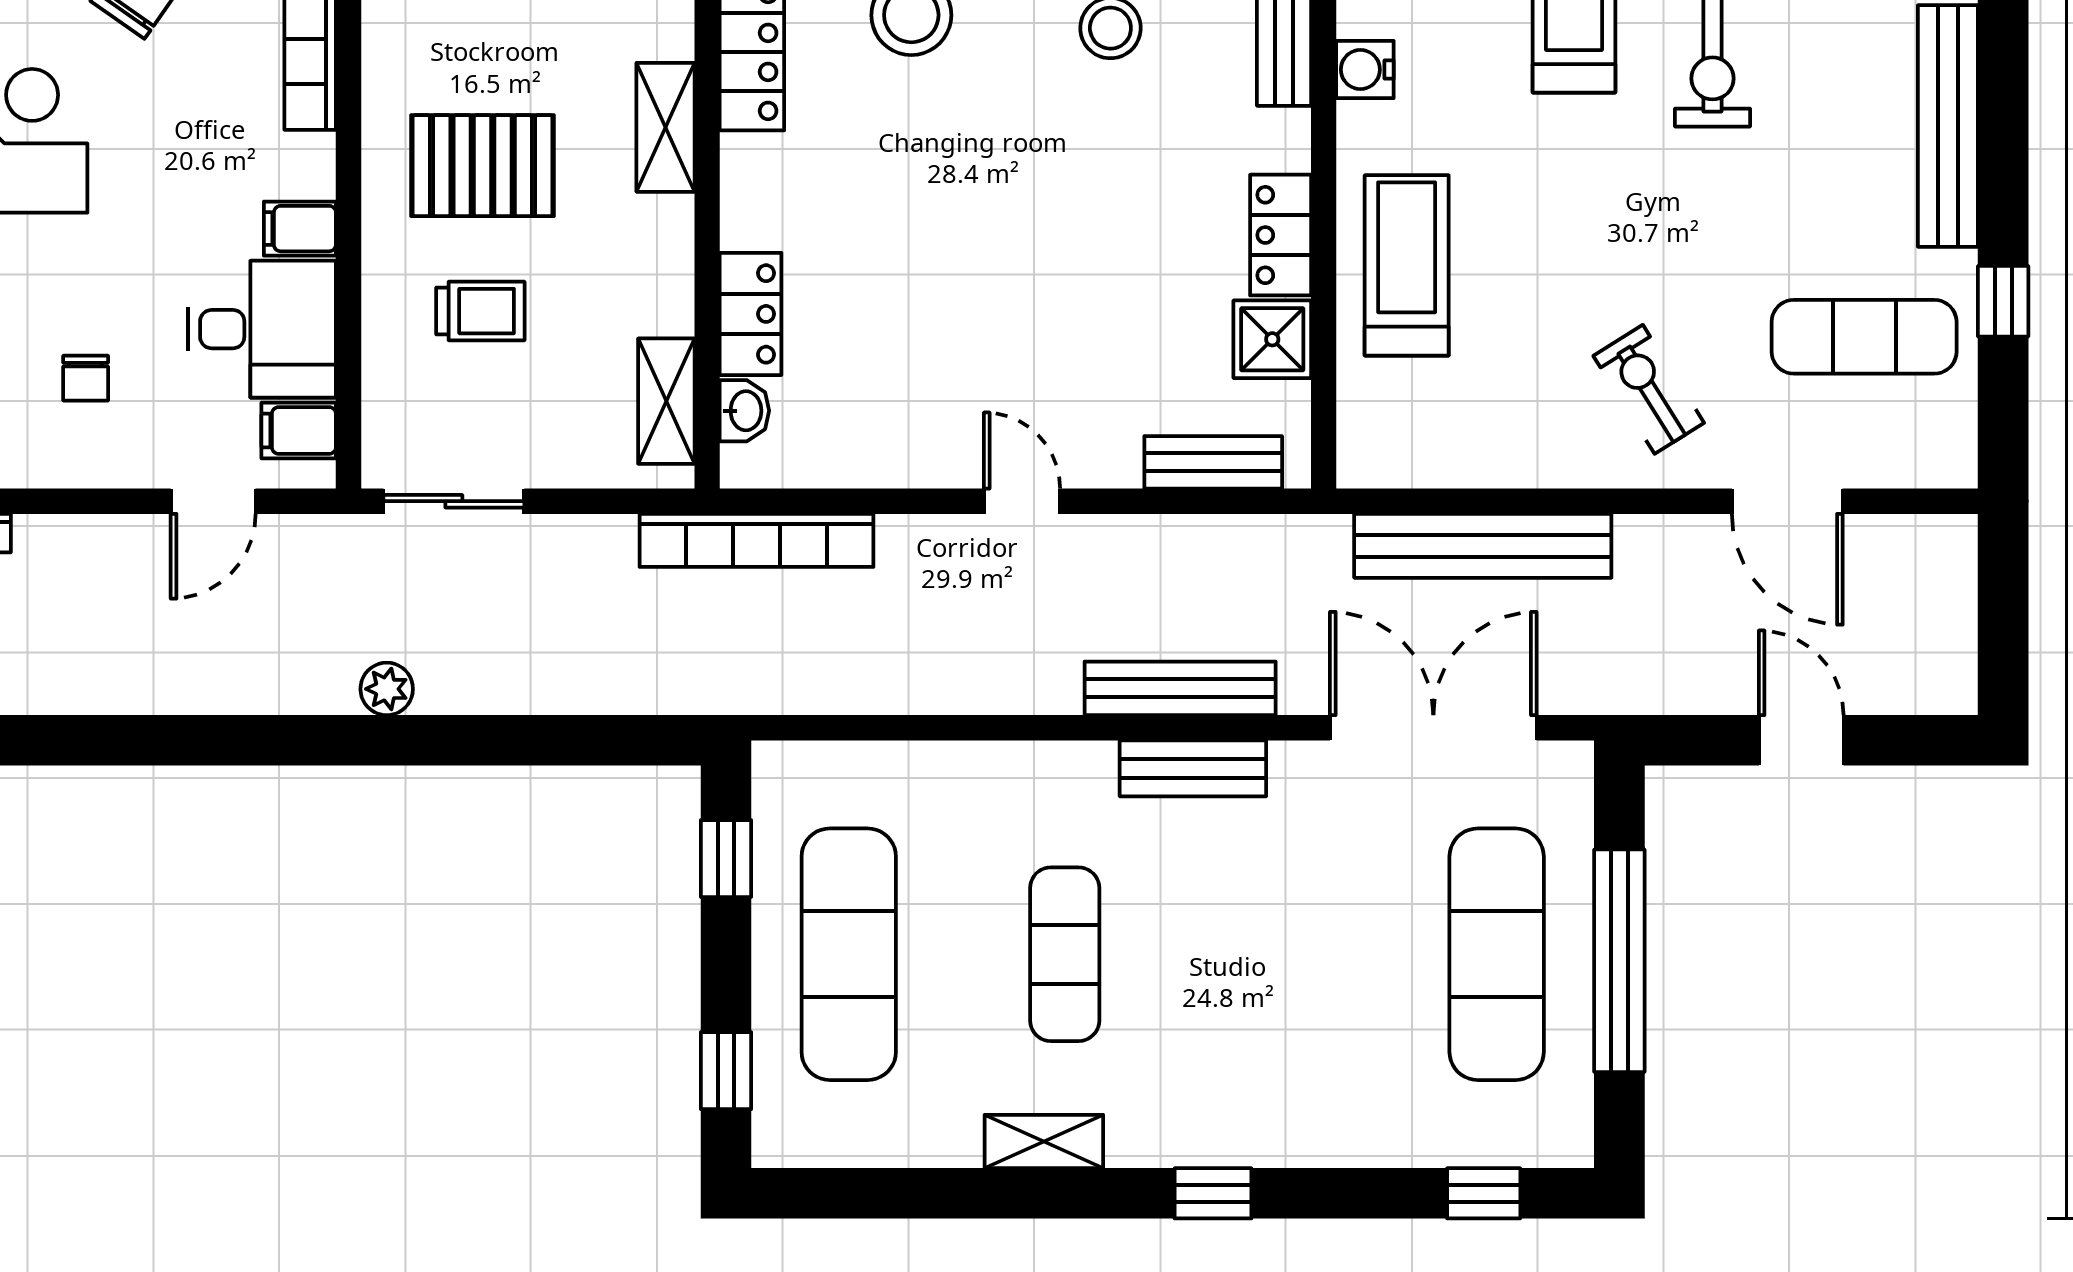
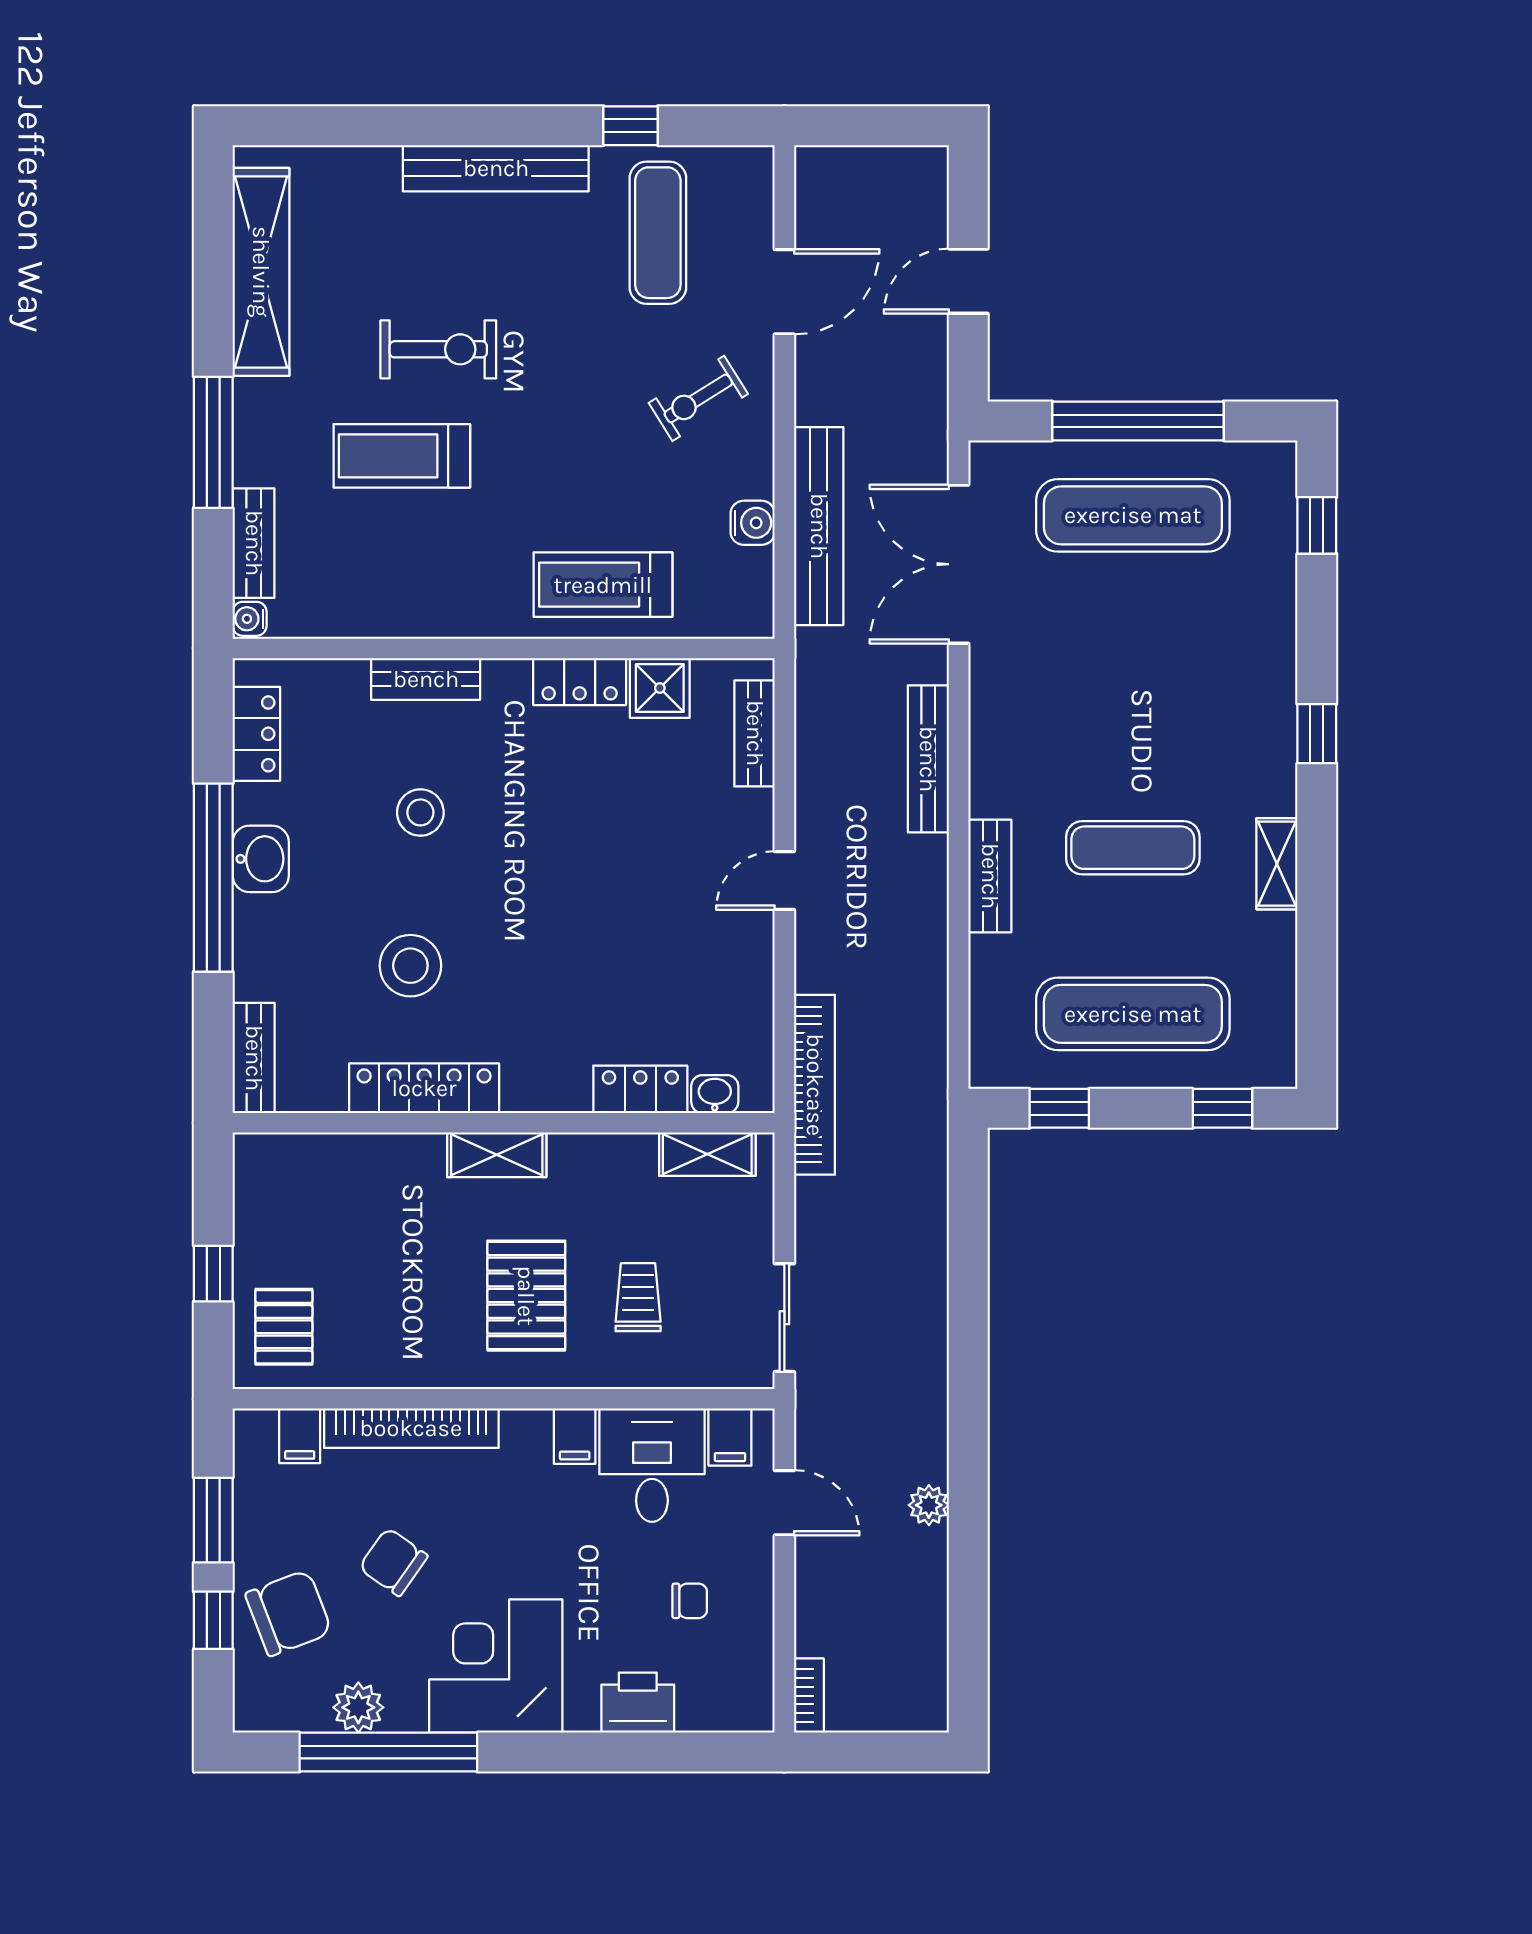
water cooler: (1365, 70) -> (753, 523), moved, turned -90
plant: (387, 689) -> (929, 1505), moved
bench: (1193, 768) -> (990, 876), moved

